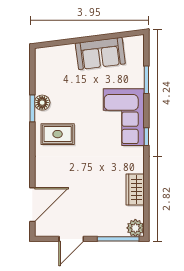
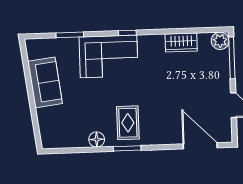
window: (32, 108) -> (127, 148), moved

